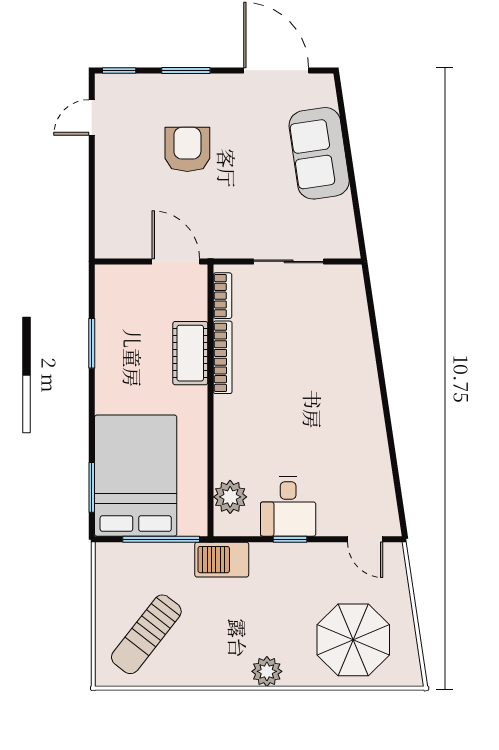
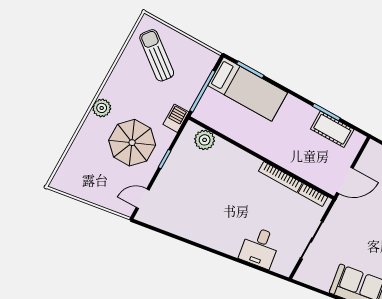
cot: (190, 353) -> (332, 129), moved
bed: (136, 476) -> (248, 89), width x0.67
desk: (288, 507) -> (260, 247), moved, turned -98
barbecue: (222, 560) -> (176, 118), width x0.73, depth x0.79
parasol: (353, 640) -> (132, 143), moved

